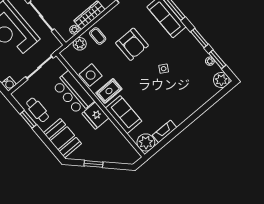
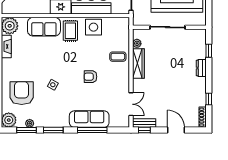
plant: (80, 44) -> (123, 38), removed
armchair: (132, 44) -> (90, 77), width x0.53, depth x0.53
armchair: (191, 88) -> (22, 93), added

